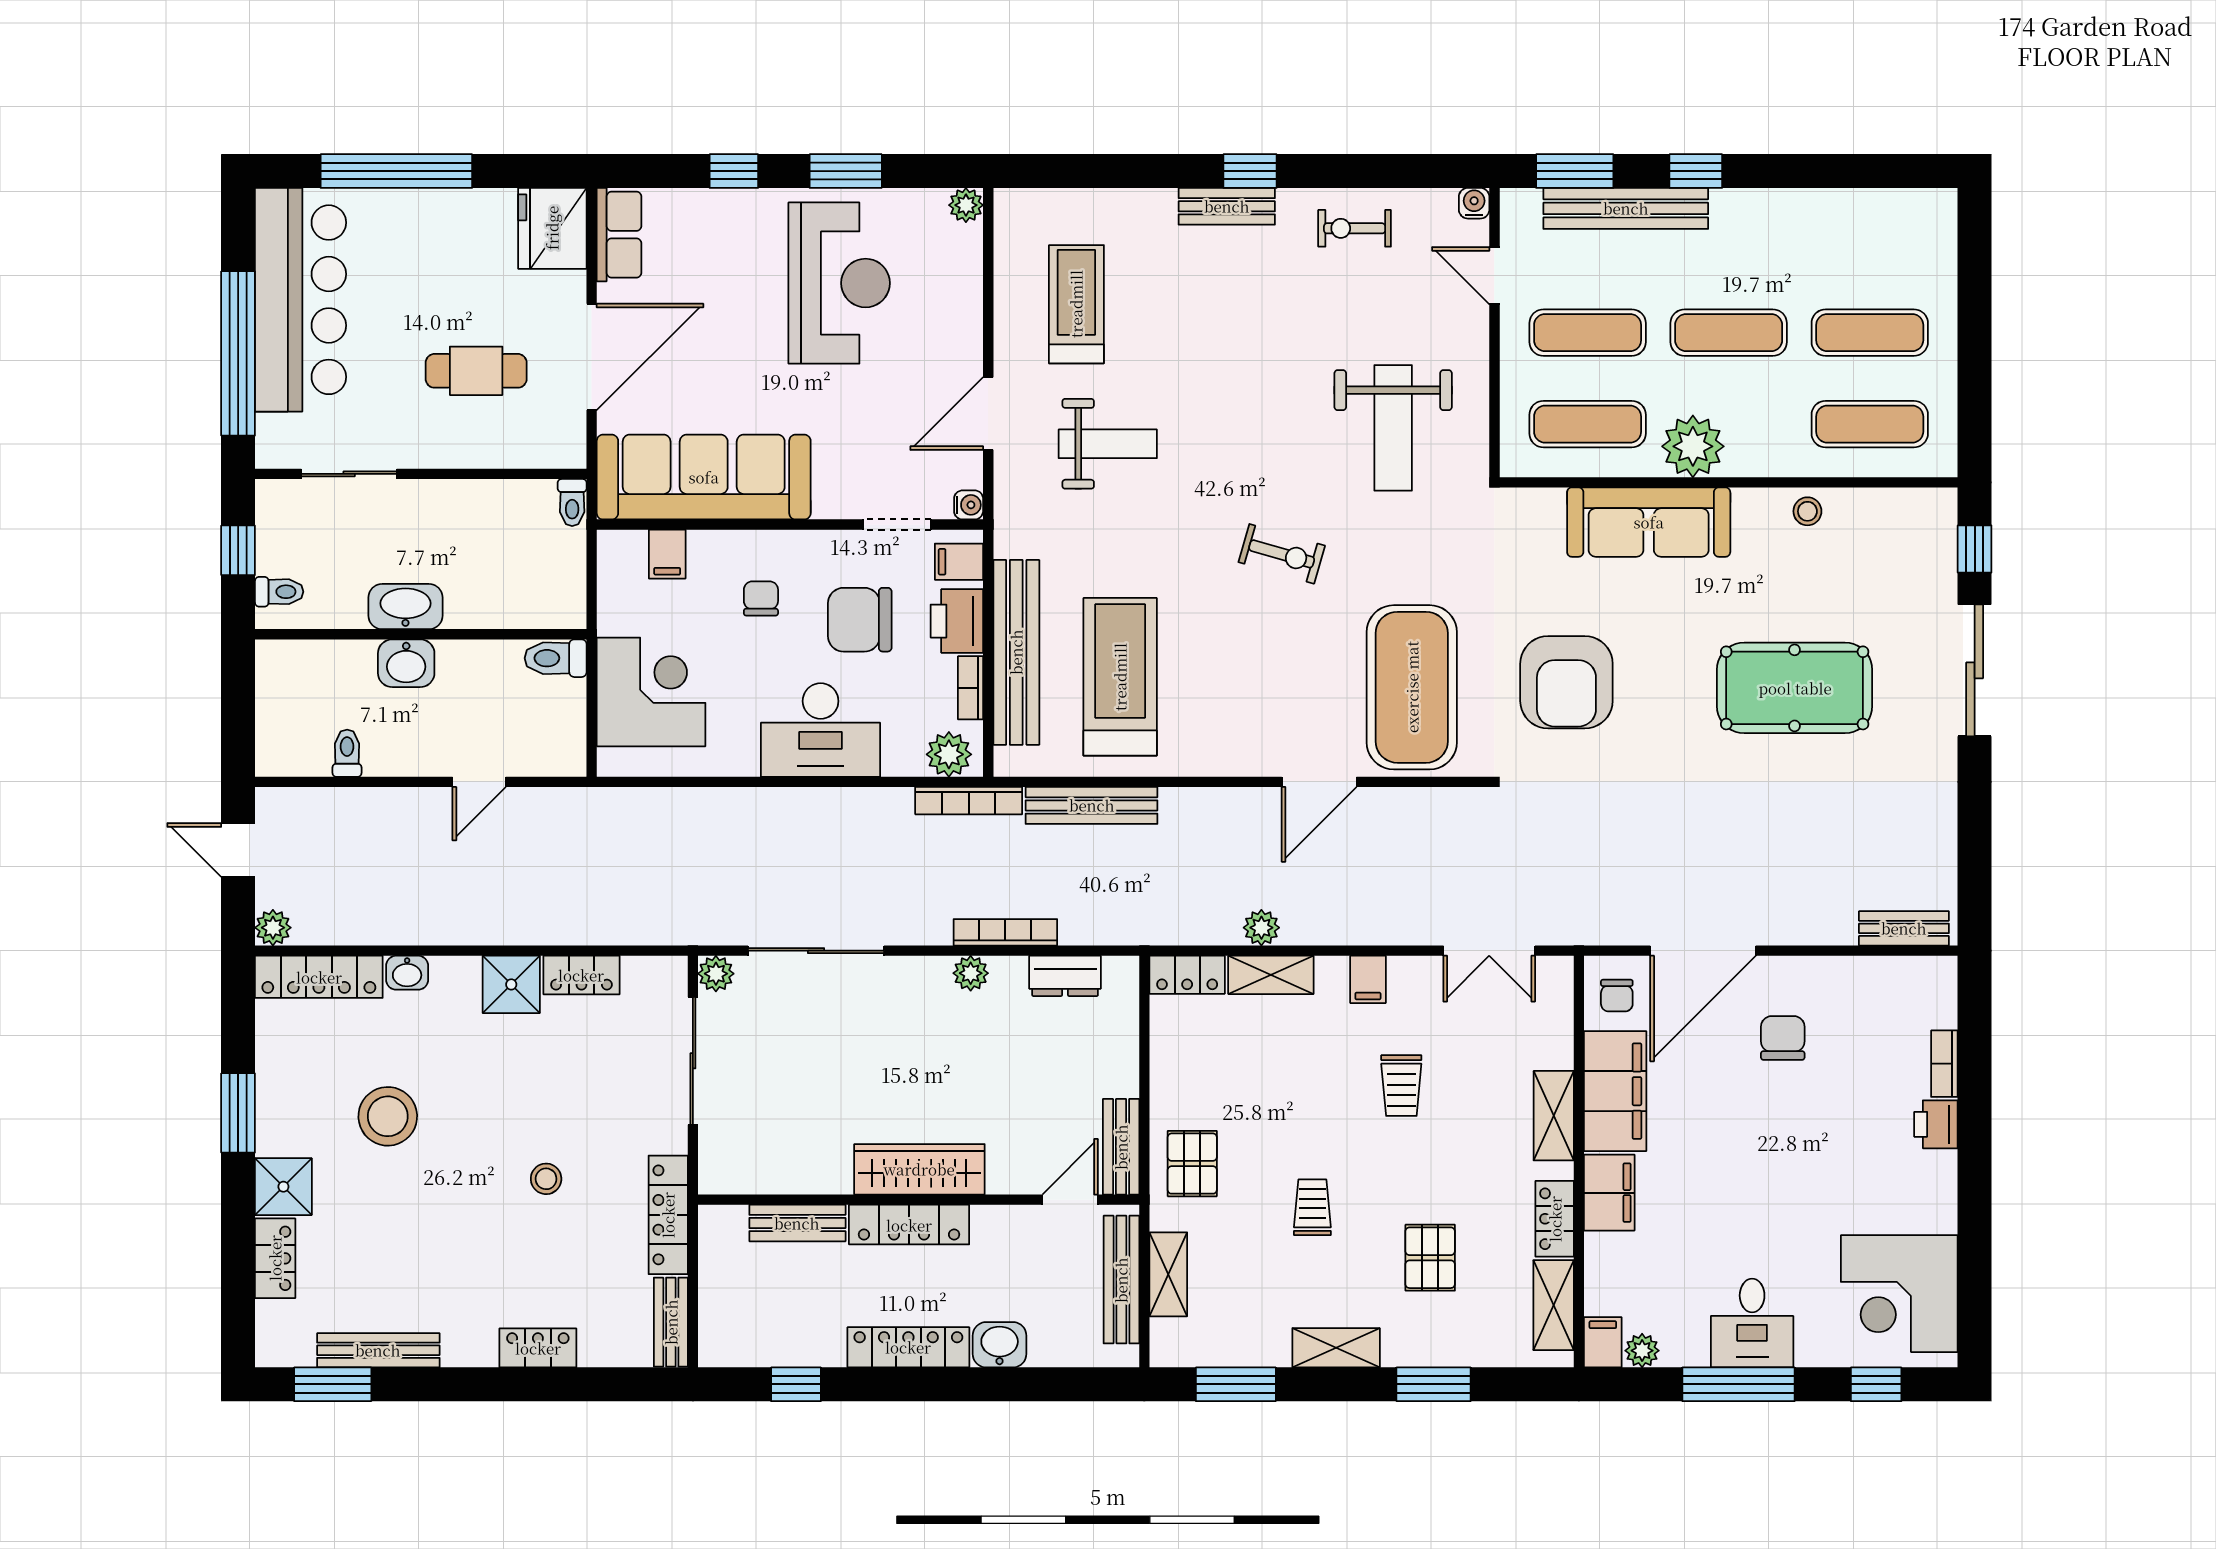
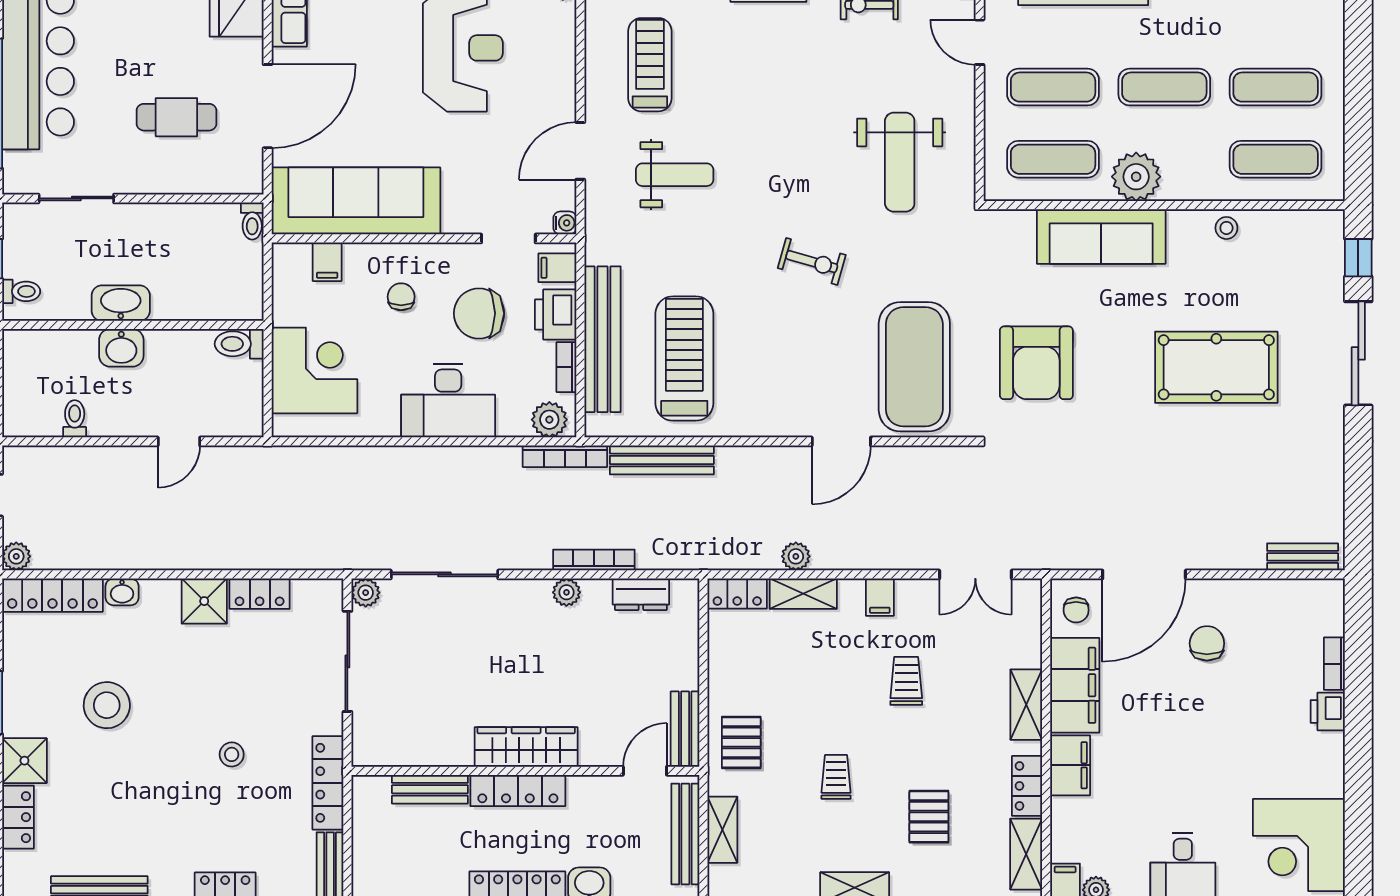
trolley: (1401, 1086) -> (906, 681), turned 180

